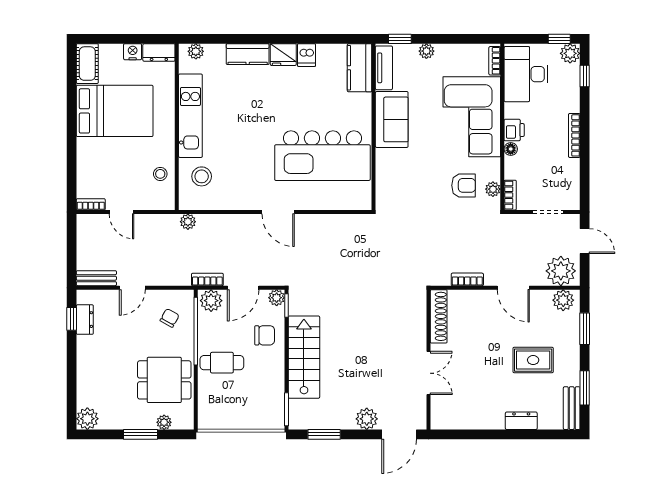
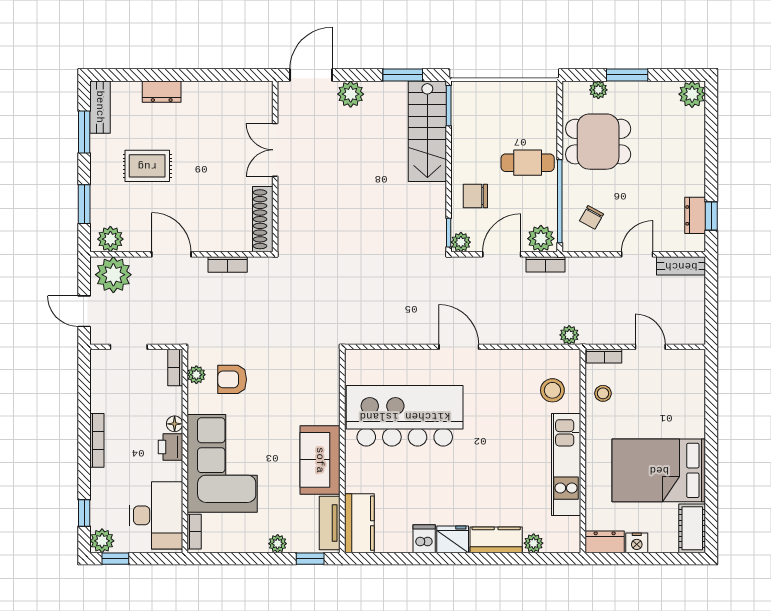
plant: (196, 51) -> (534, 543), moved
bookcase: (91, 204) -> (604, 356), moved
stairs: (304, 357) -> (427, 131), moved

